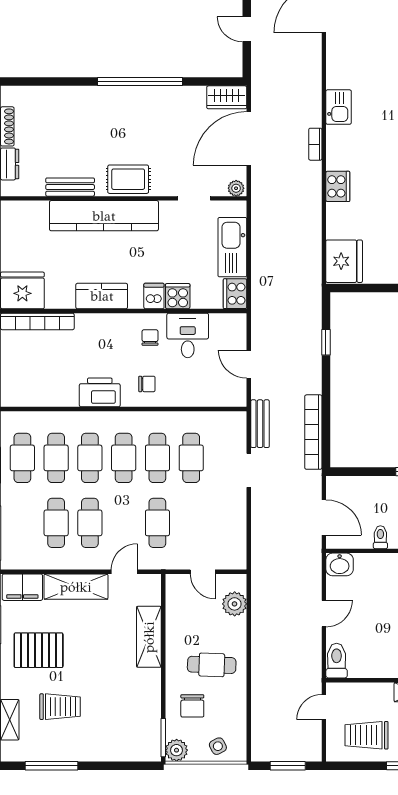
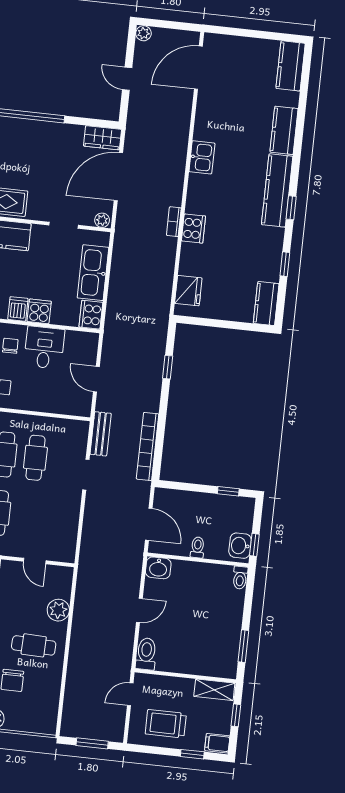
bookcase: (315, 144) -> (174, 222), moved
fridge: (344, 261) -> (188, 291), width x0.73, depth x0.75
plant: (235, 604) -> (58, 610), moved
side table: (218, 746) -> (31, 719), removed

